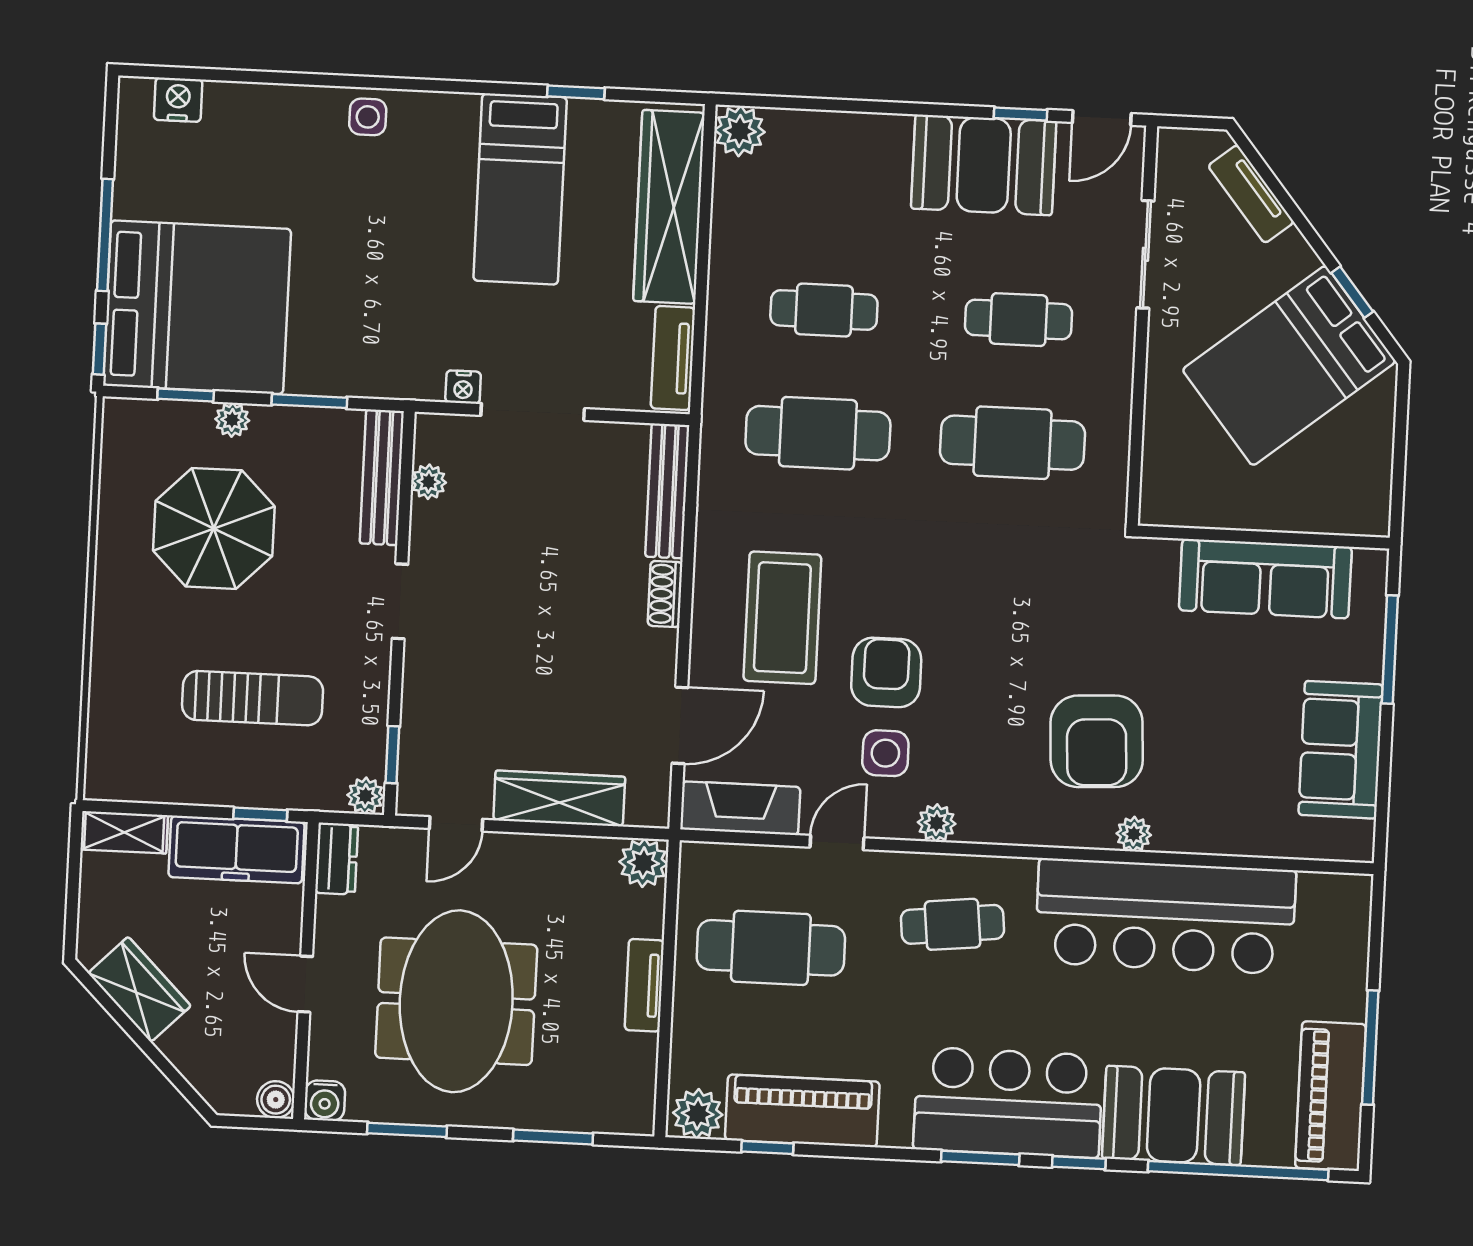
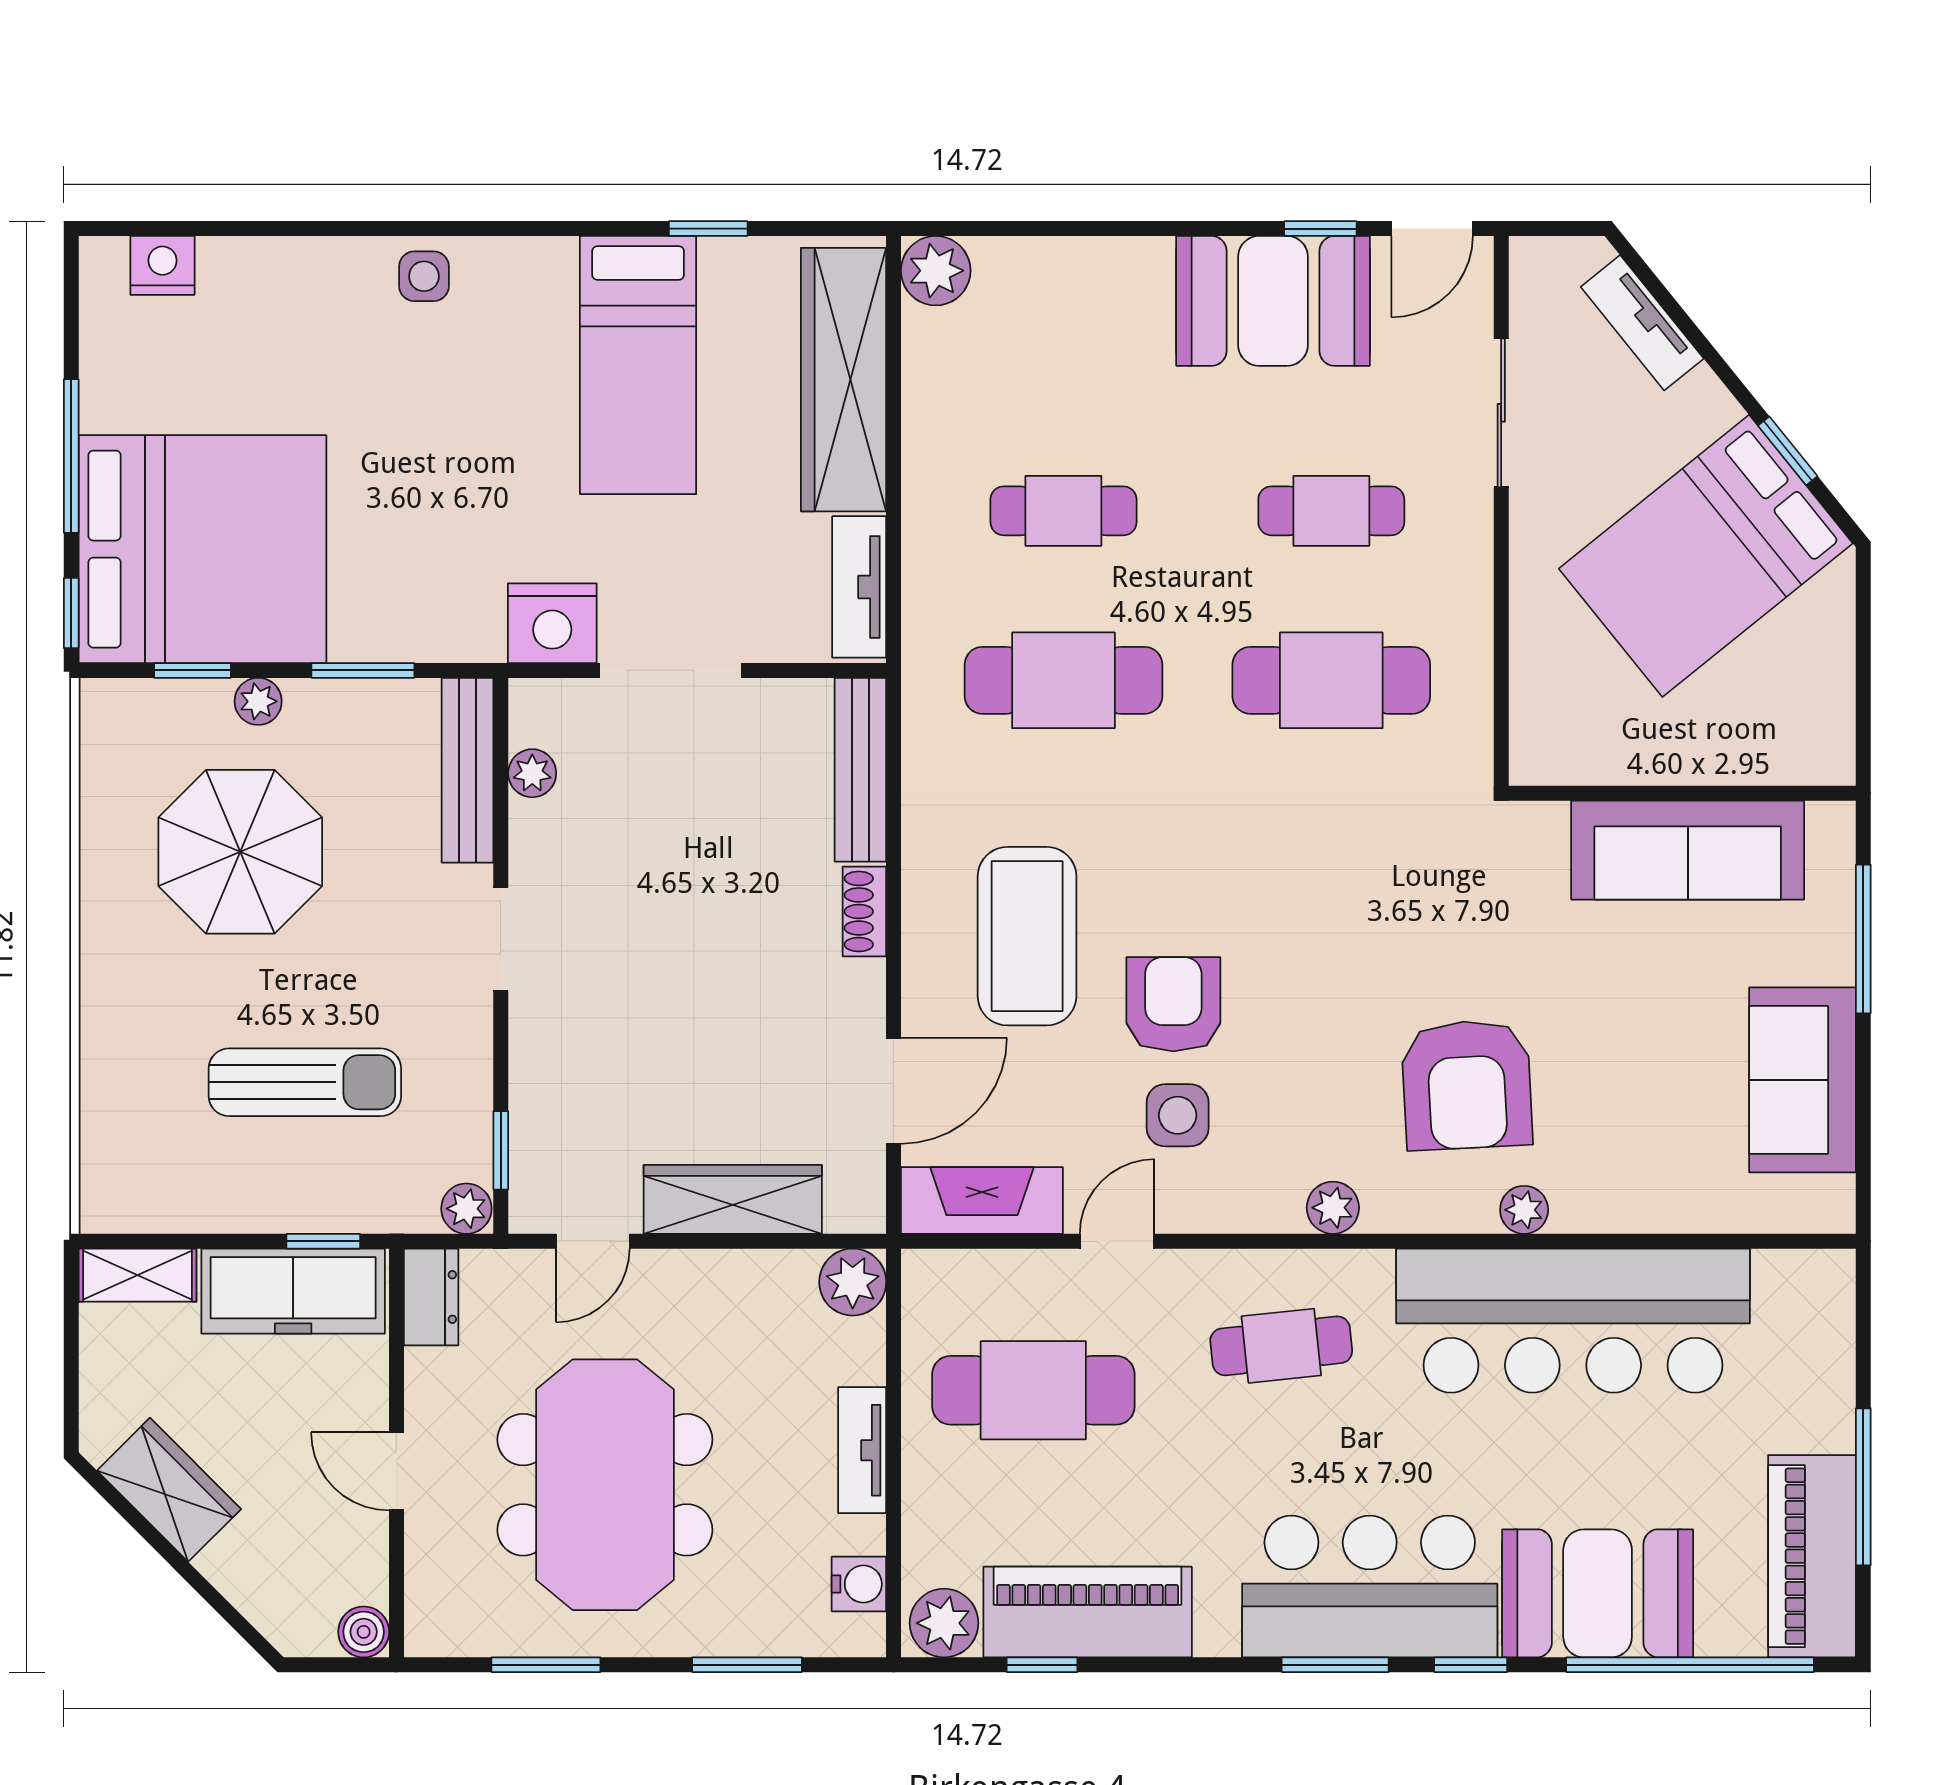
nightstand: (463, 387) -> (552, 623), width x1.89, depth x1.79
plant: (937, 823) -> (1333, 1208), moved
water cooler: (325, 1101) -> (859, 1584), moved, turned -90

